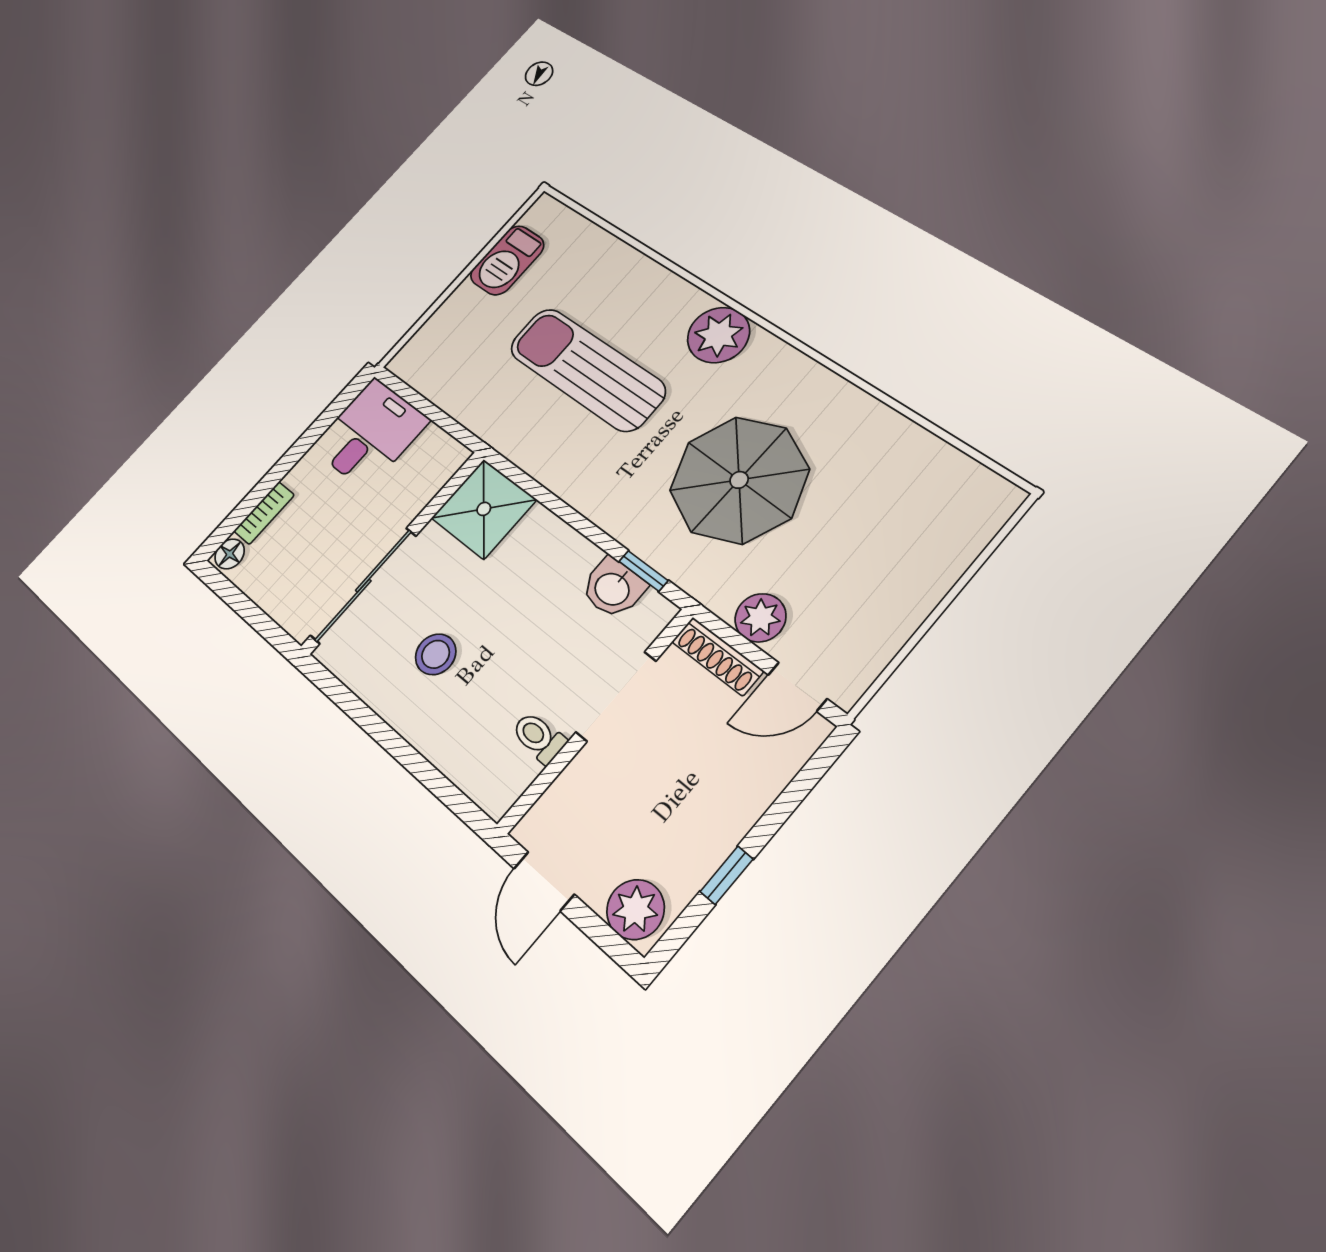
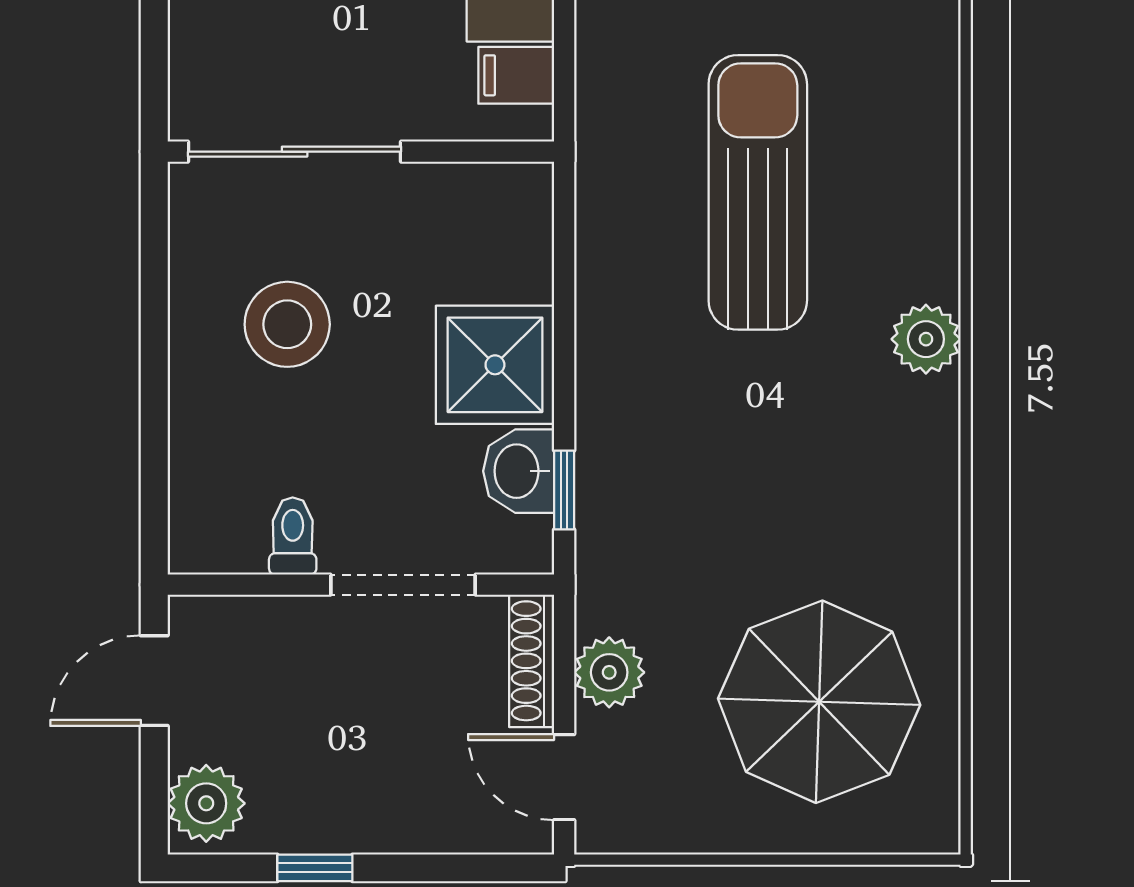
plant: (718, 335) -> (926, 339), width x0.73, depth x0.73
filing cabinet: (430, 449) -> (516, 75), added
parasol: (739, 480) -> (819, 702), moved
shower: (484, 509) -> (495, 365), moved
stool: (436, 654) -> (287, 324), width x1.38, depth x1.38

